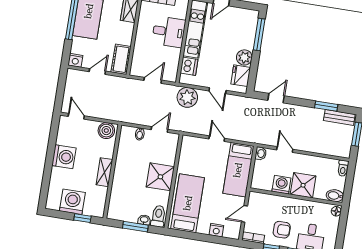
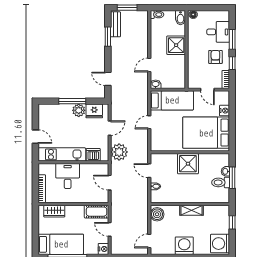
window: (259, 34) -> (72, 101), moved
washing machine: (281, 185) -> (179, 63), removed
washing machine: (72, 202) -> (220, 244), moved
bed: (188, 203) -> (206, 133), width x1.50
toilet: (158, 216) -> (221, 182), moved

